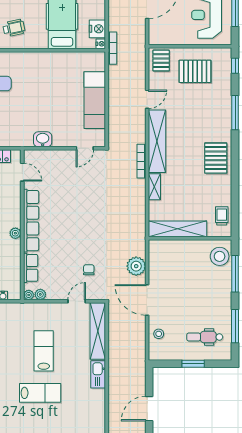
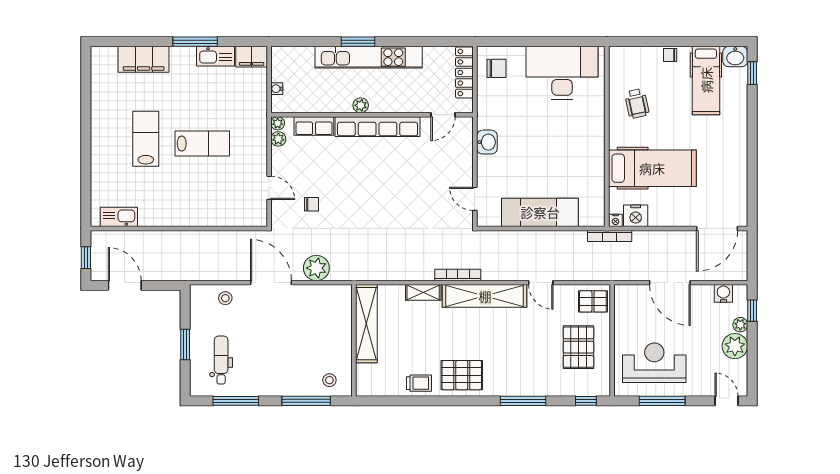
trolley: (222, 216) -> (419, 383), moved
stool: (220, 256) -> (329, 380), width x0.53, depth x0.53
door: (147, 300) -> (271, 283), hinge flipped
shelving: (98, 331) -> (229, 216), removed
kitchen sink: (98, 374) -> (119, 217), moved
lab bench: (40, 393) -> (146, 139), turned 180

